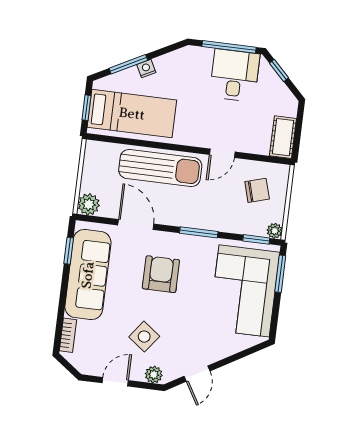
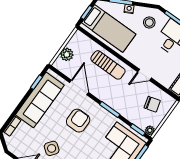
stool: (187, 72) -> (149, 22), added
sun lounger: (160, 168) -> (108, 65), width x0.73, depth x0.75
plant: (89, 204) -> (67, 54), moved

